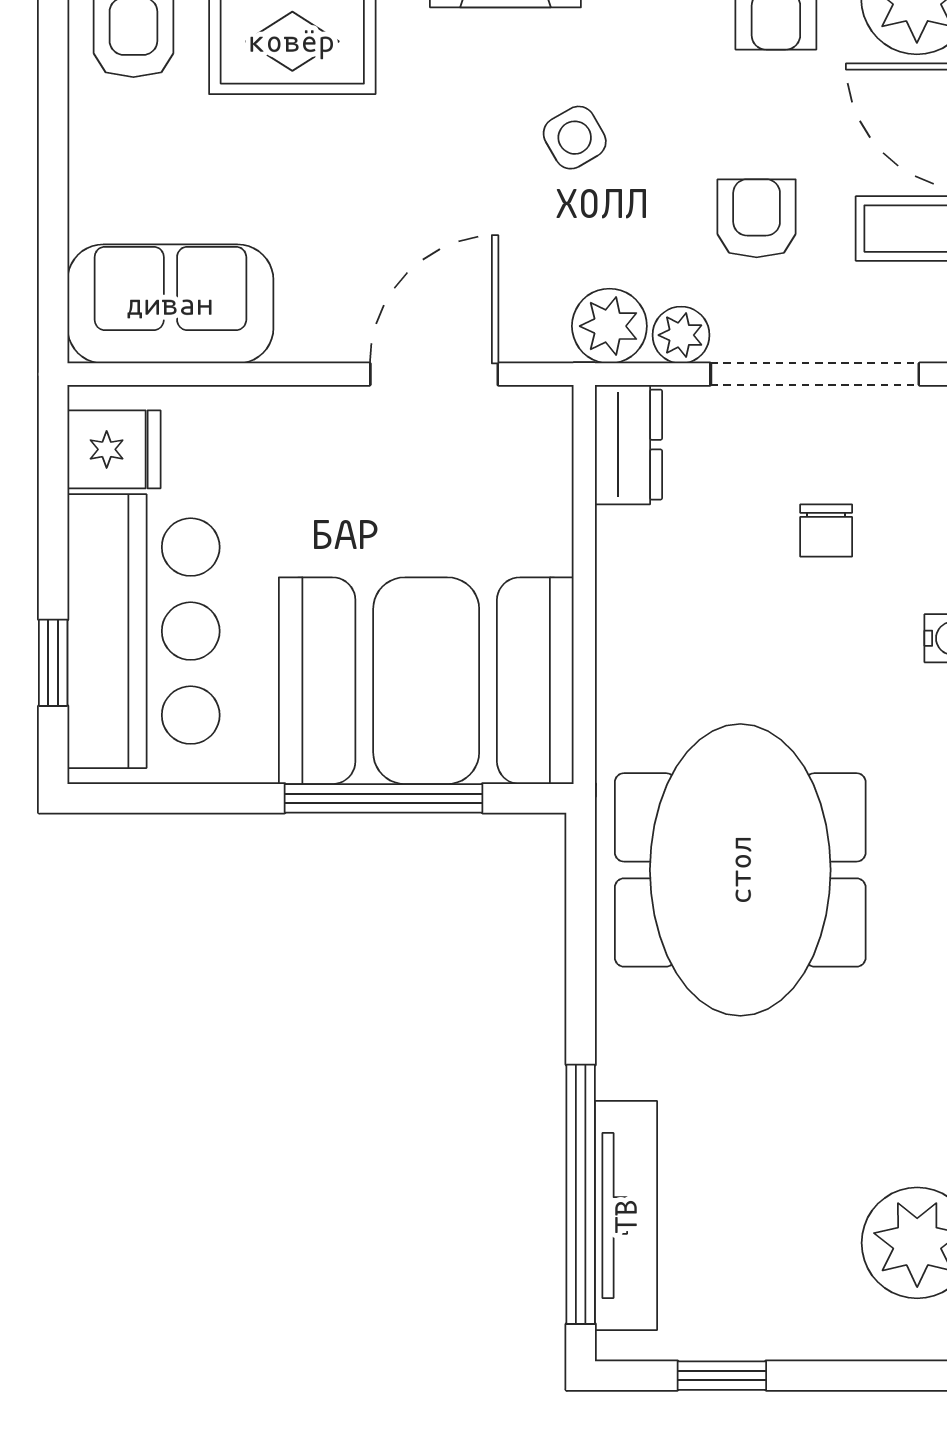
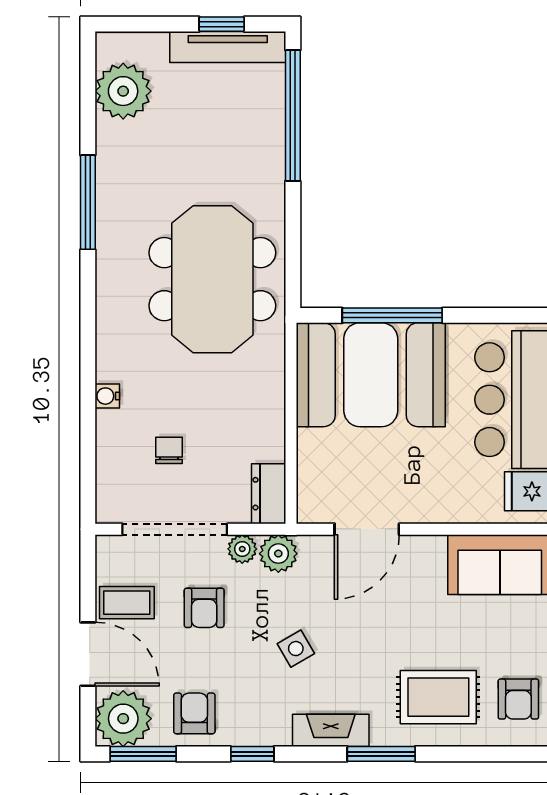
tv unit: (626, 1216) -> (228, 47), moved, turned -90

